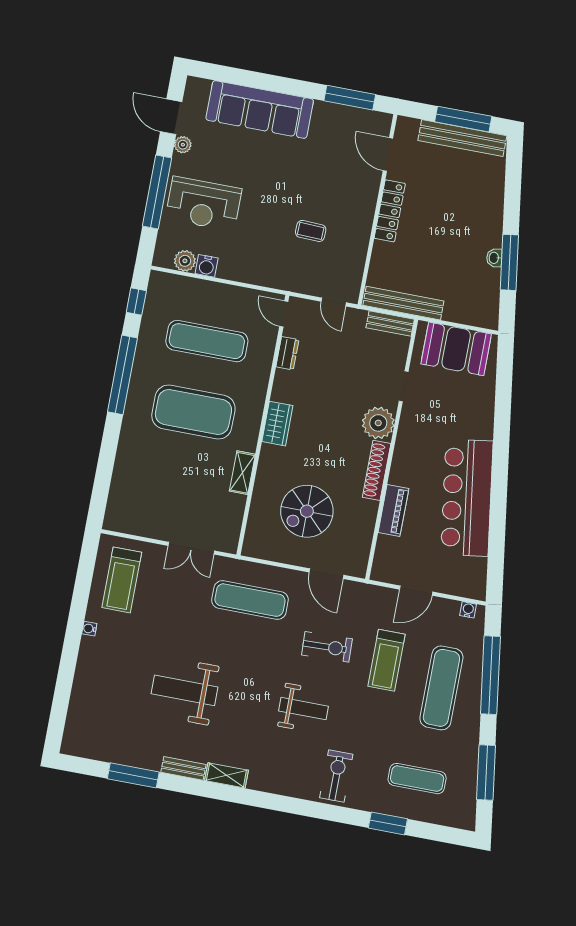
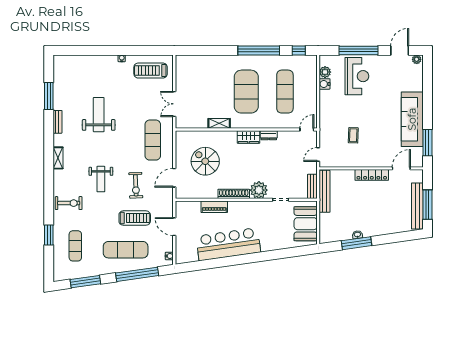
sofa: (260, 109) -> (412, 119), moved
plant: (183, 145) -> (417, 59), moved
reception desk: (203, 204) -> (357, 76), turned 180
dresser: (287, 353) -> (269, 135), moved
treadmill: (386, 660) -> (135, 218), turned 180
shelving: (226, 775) -> (58, 158), moved

